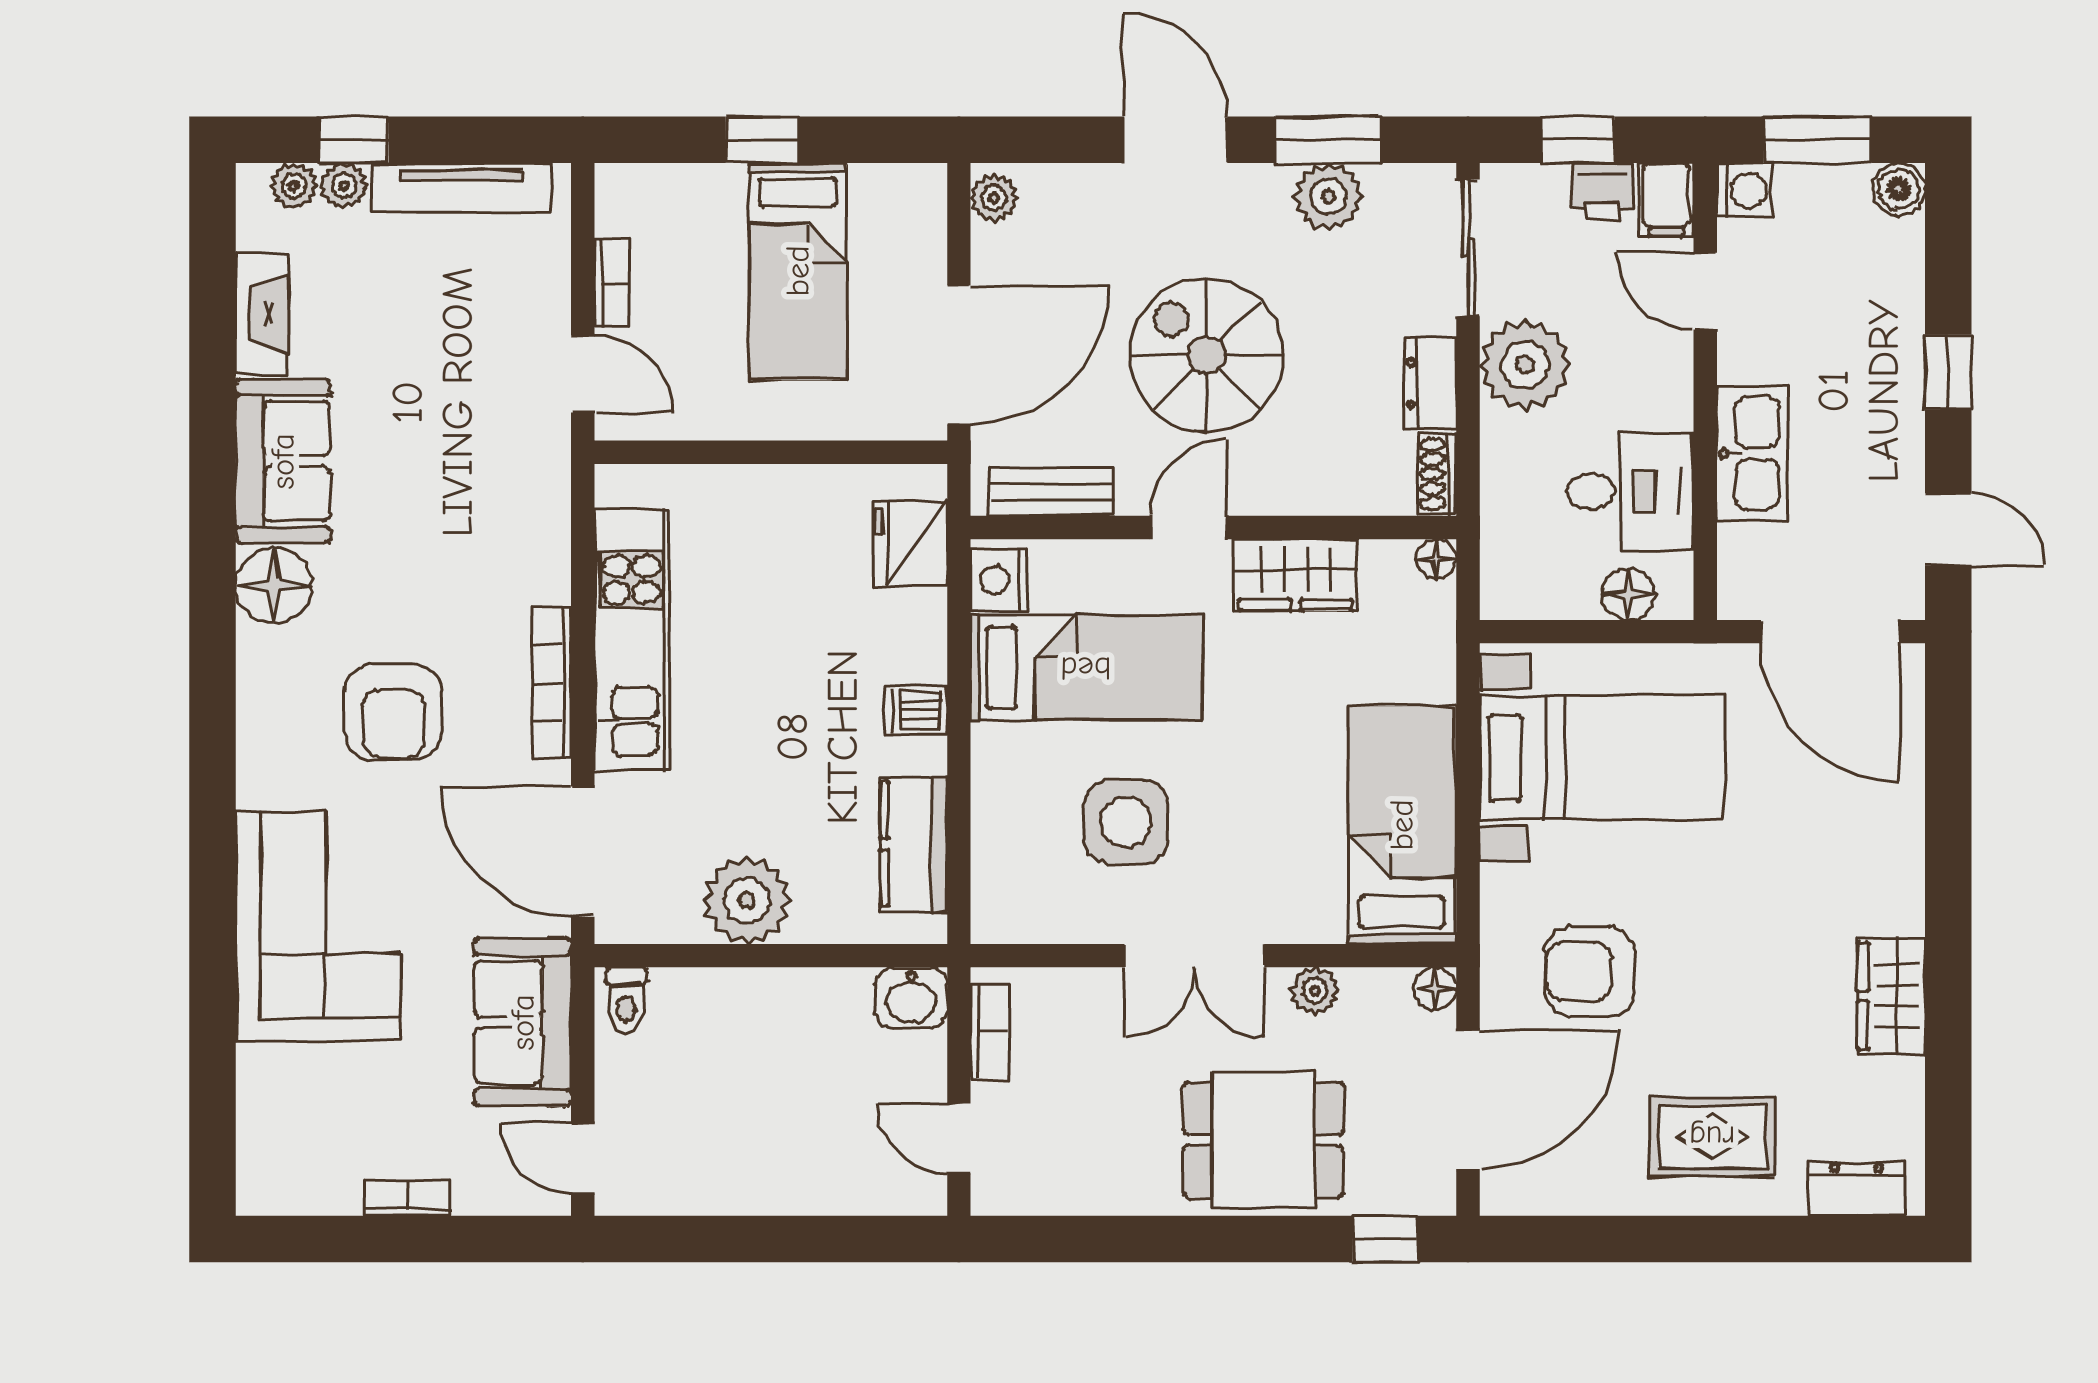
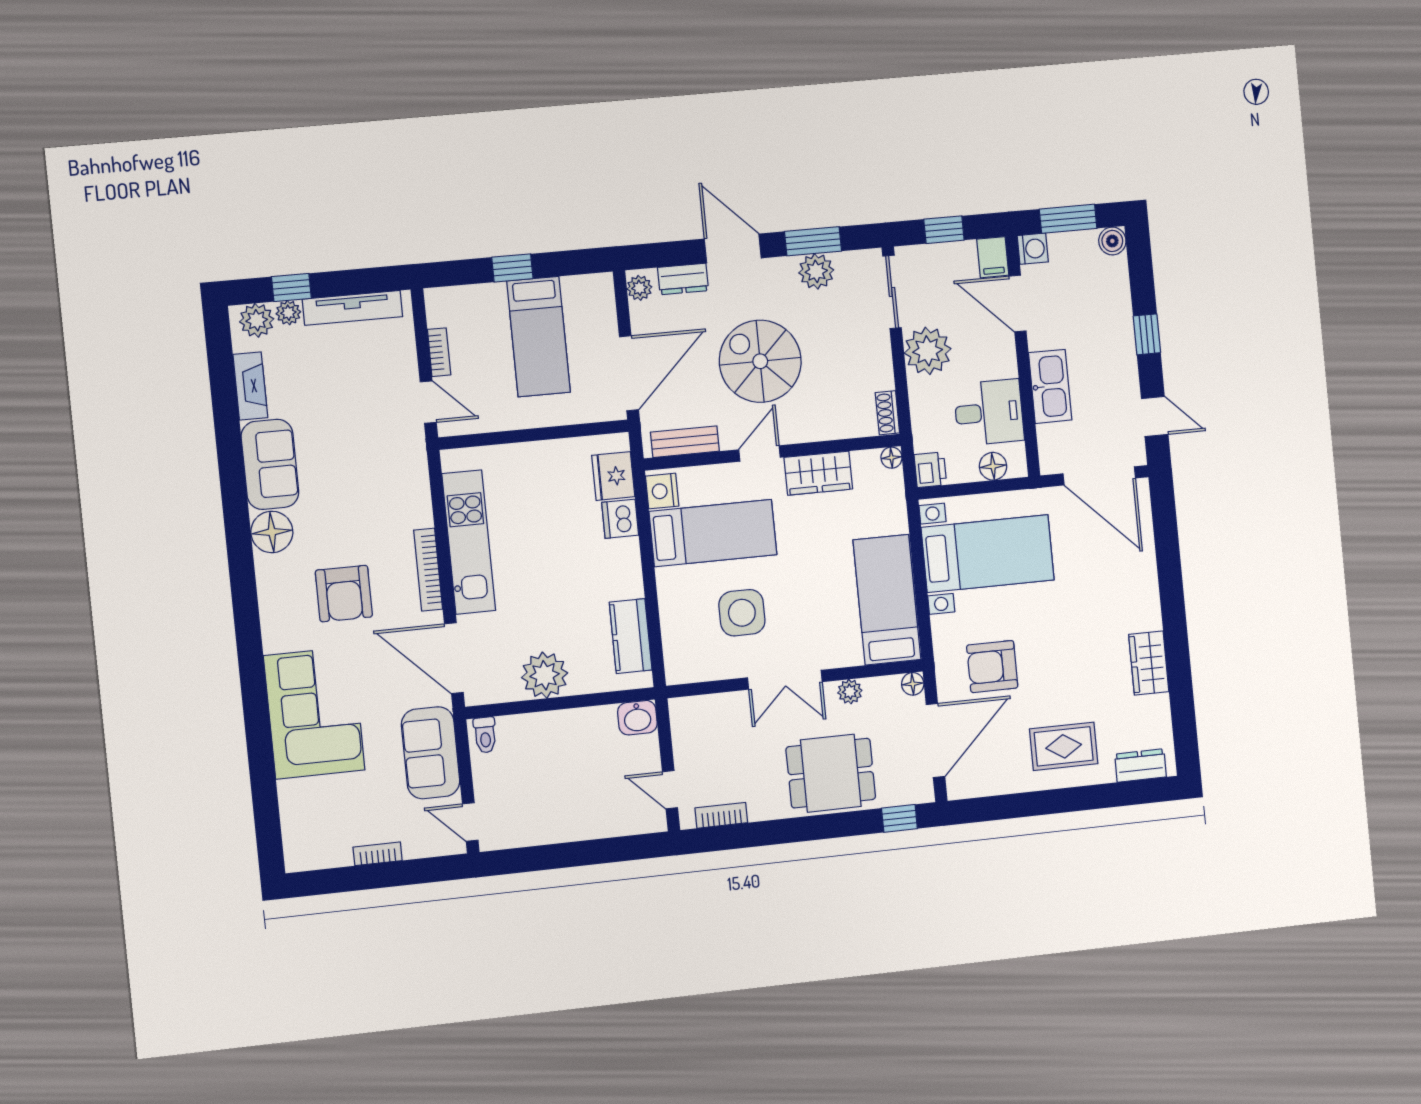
plant: (294, 186) -> (257, 320), width x1.38, depth x1.38
printer: (1603, 191) -> (930, 470), moved, turned -90
door: (1705, 291) -> (1018, 303), width x1.38
dresser: (1431, 384) -> (683, 279), moved, turned -90
dishwasher: (916, 710) -> (620, 519), moved, width x1.38
bookcase: (990, 1031) -> (721, 815), moved, turned -90

